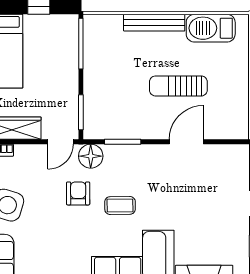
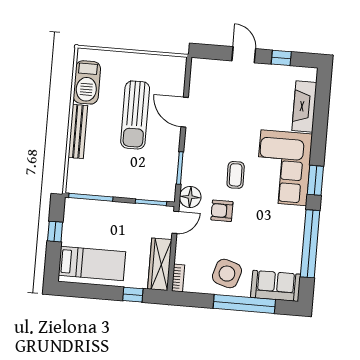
sun lounger: (178, 86) -> (135, 115), width x1.36, depth x1.34
door: (61, 142) -> (175, 222), hinge flipped

